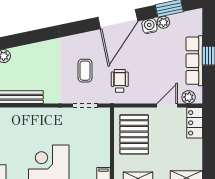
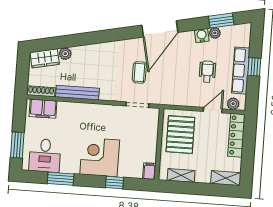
door: (118, 19) -> (160, 29), moved
wheelchair: (120, 81) -> (207, 72), moved
locker: (195, 123) -> (236, 135), width x1.53

